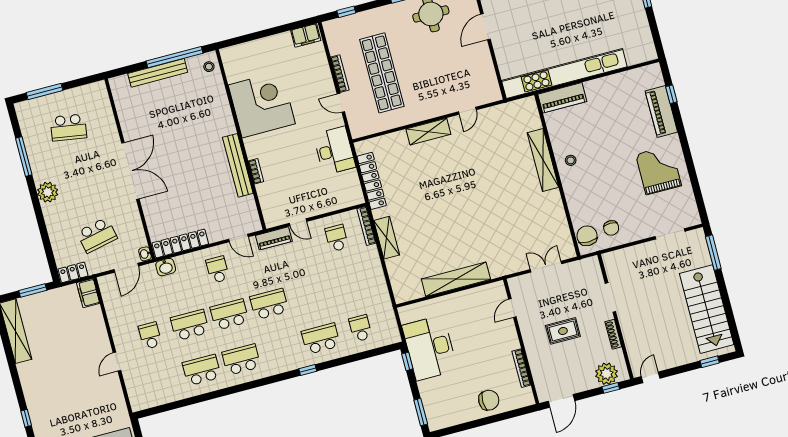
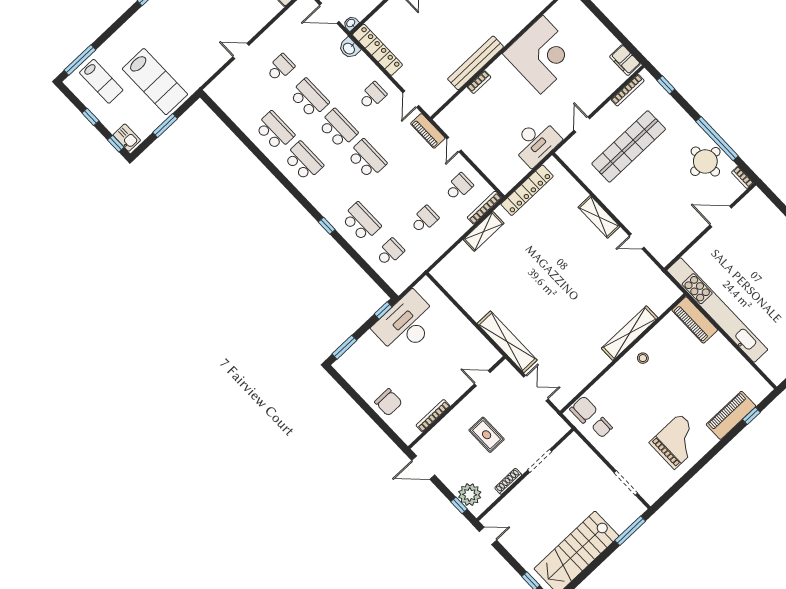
bookcase: (340, 74) -> (628, 90), moved
shelving: (456, 279) -> (507, 342), moved
school desk: (349, 283) -> (424, 220), added

